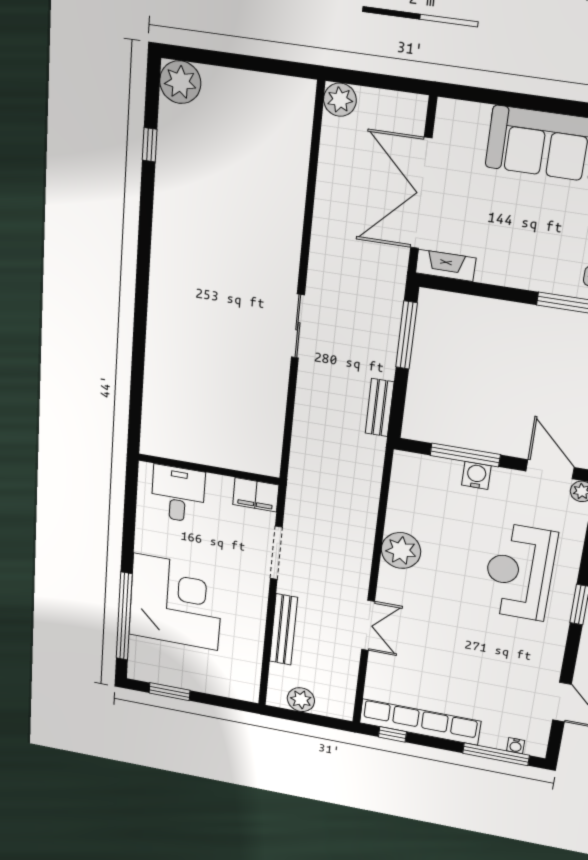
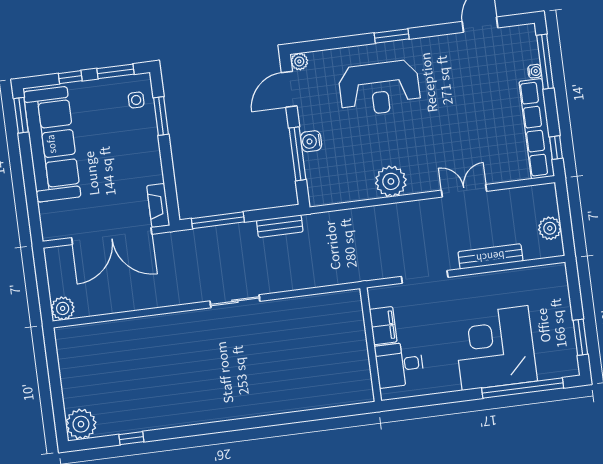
filing cabinet: (256, 495) -> (383, 326), moved
water cooler: (516, 746) -> (535, 71), moved

